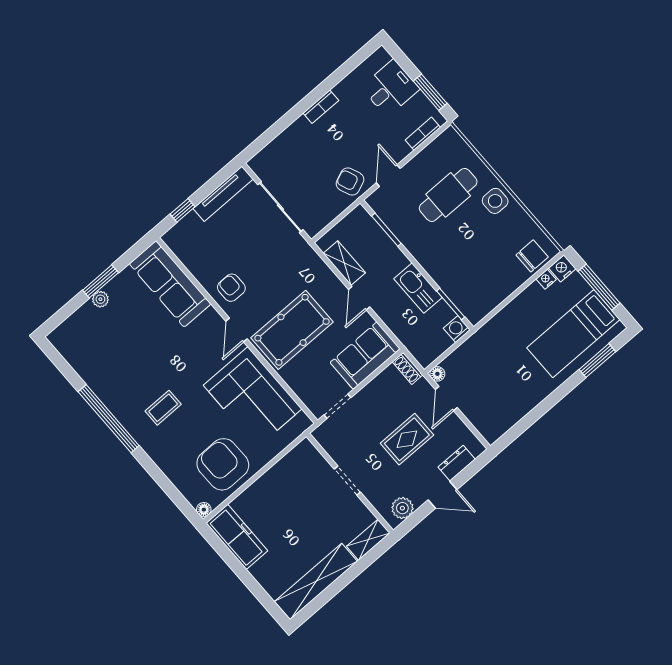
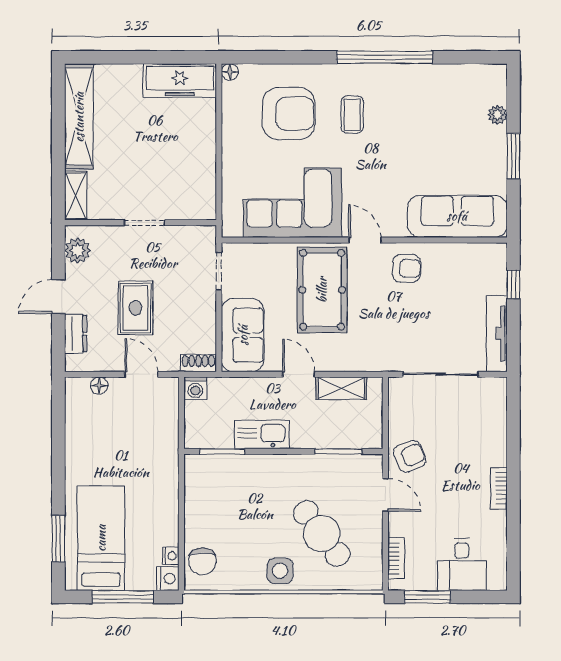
cafe table: (448, 195) -> (322, 534), turned -37
plant: (100, 299) -> (498, 115), moved
washing machine: (457, 329) -> (195, 388), moved, turned 90
floor lamp: (437, 374) -> (99, 386), moved
armchair: (223, 464) -> (289, 114), moved

